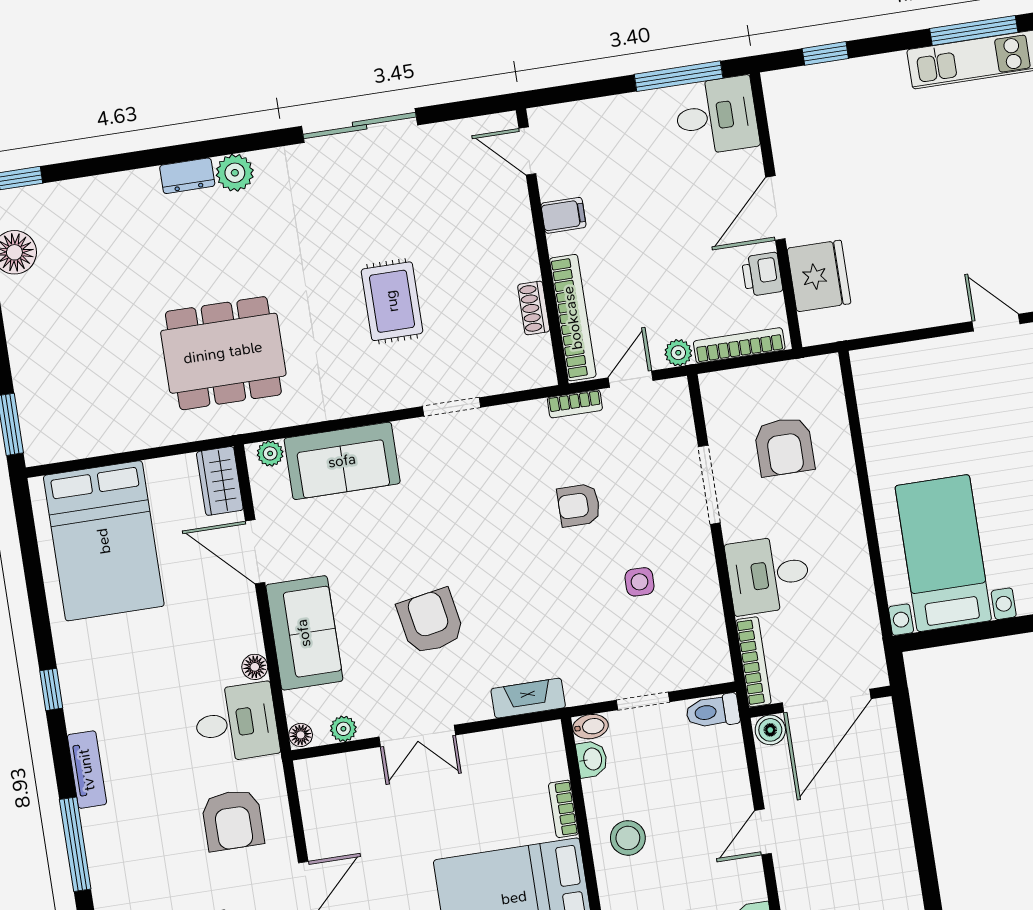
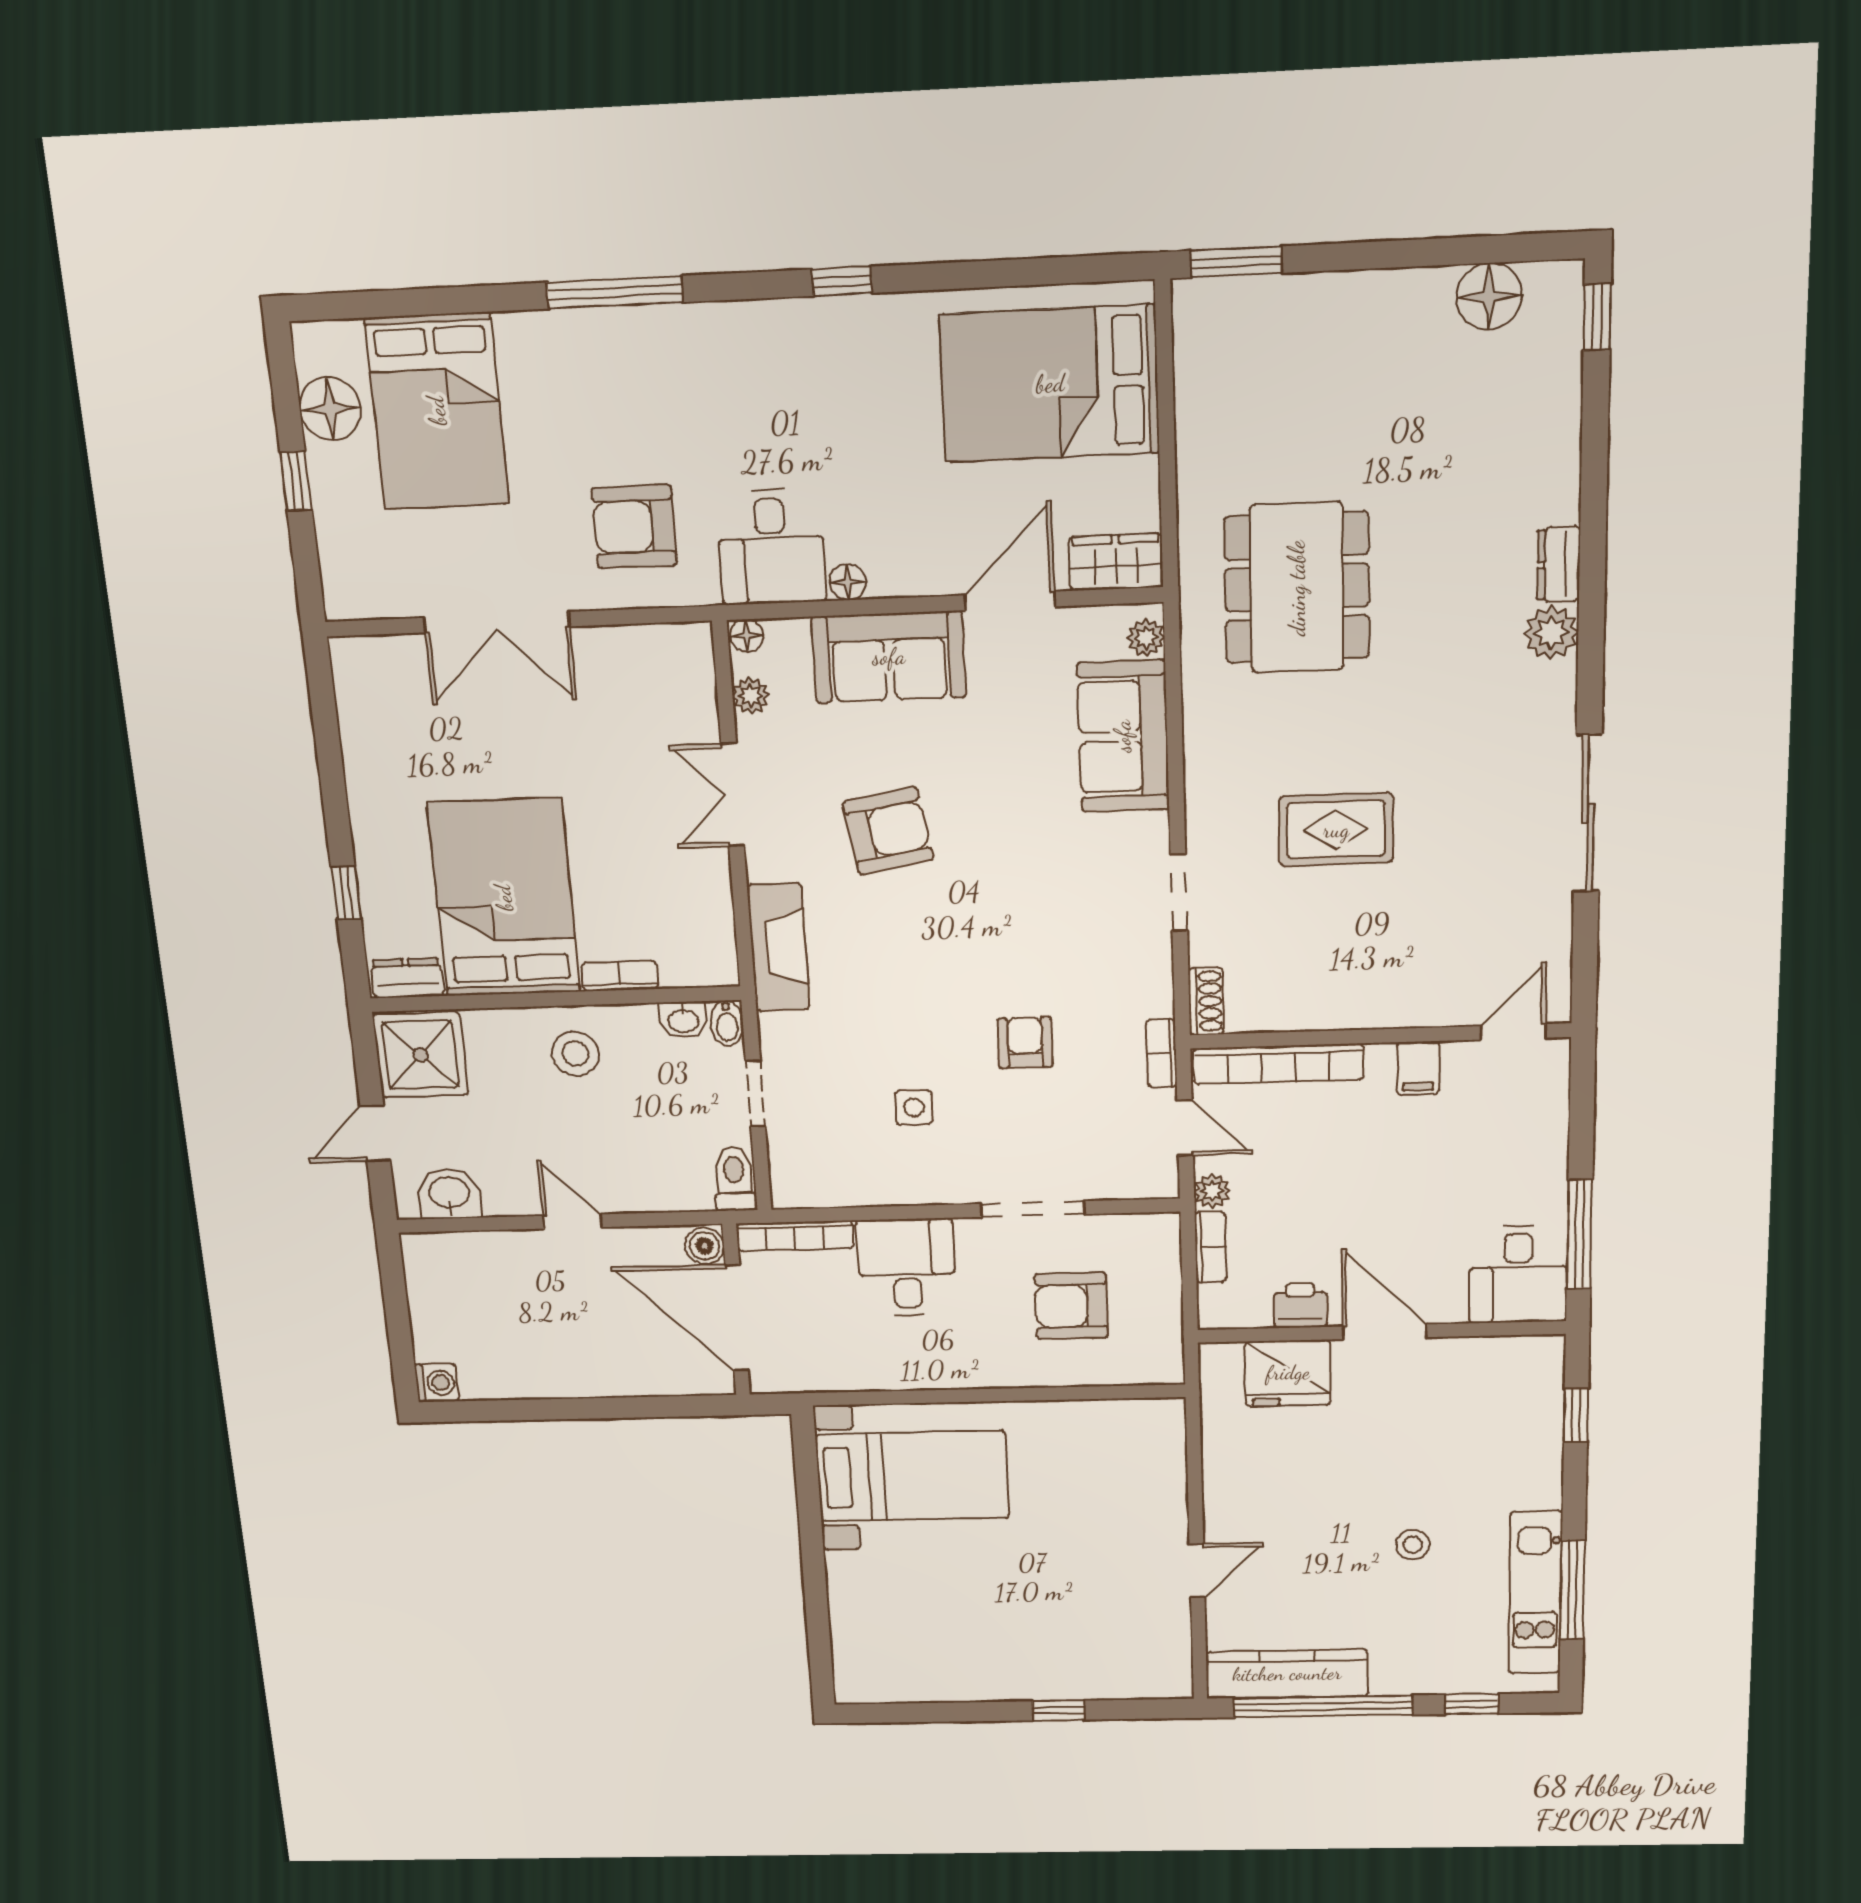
stool: (951, 159) -> (1413, 1545), added
shoe rack: (534, 308) -> (1206, 1001), moved, turned 90
bookcase: (739, 345) -> (1211, 1247), width x0.64
fireplace: (528, 698) -> (778, 947), width x1.37, depth x1.32
tv unit: (87, 770) -> (721, 322), removed

